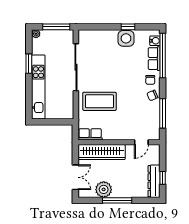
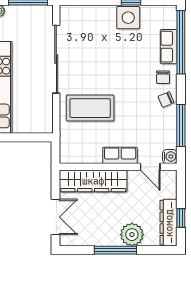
water cooler: (155, 41) -> (170, 156), moved
row of seats: (90, 134) -> (120, 155), moved
door: (141, 142) -> (150, 167), hinge flipped
plant: (104, 189) -> (132, 235), moved

